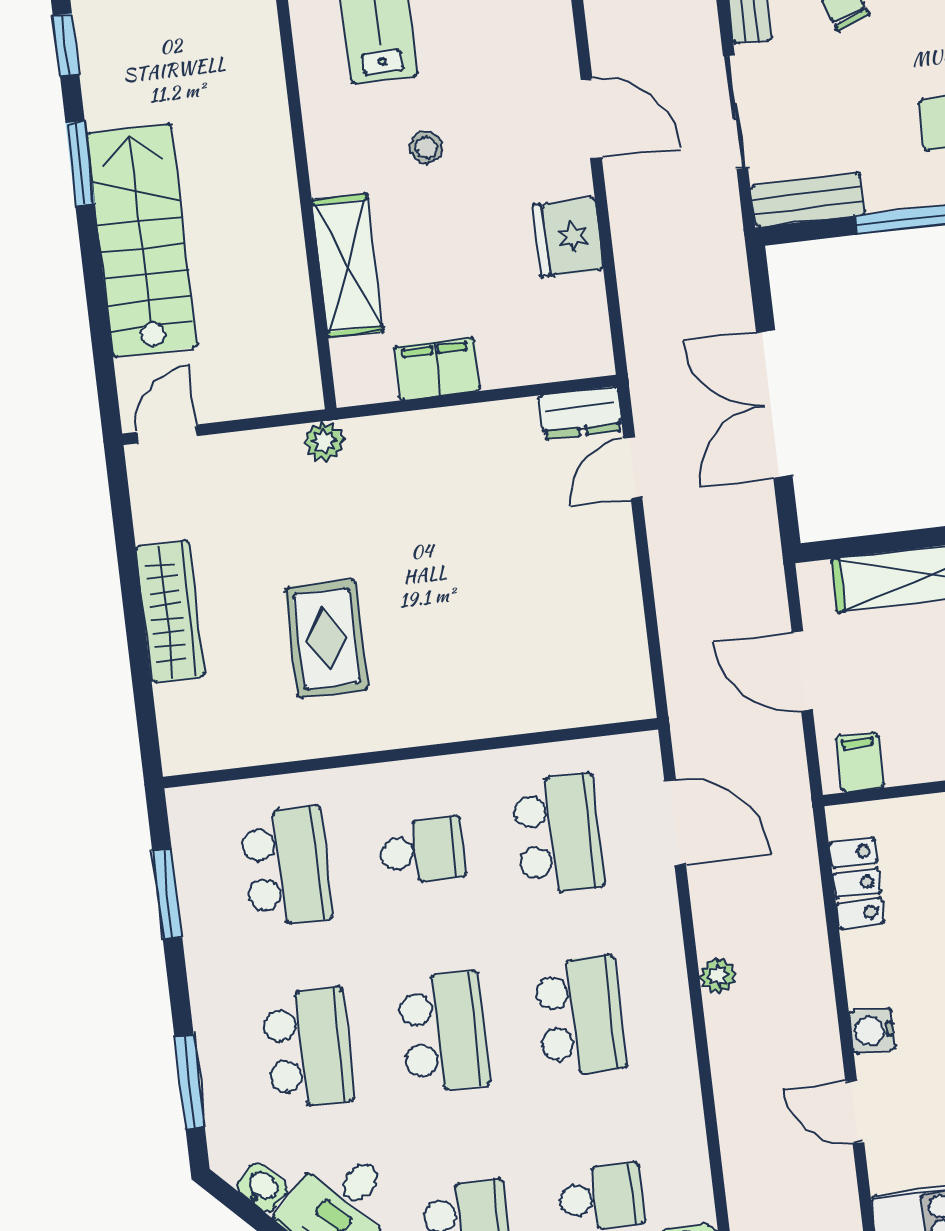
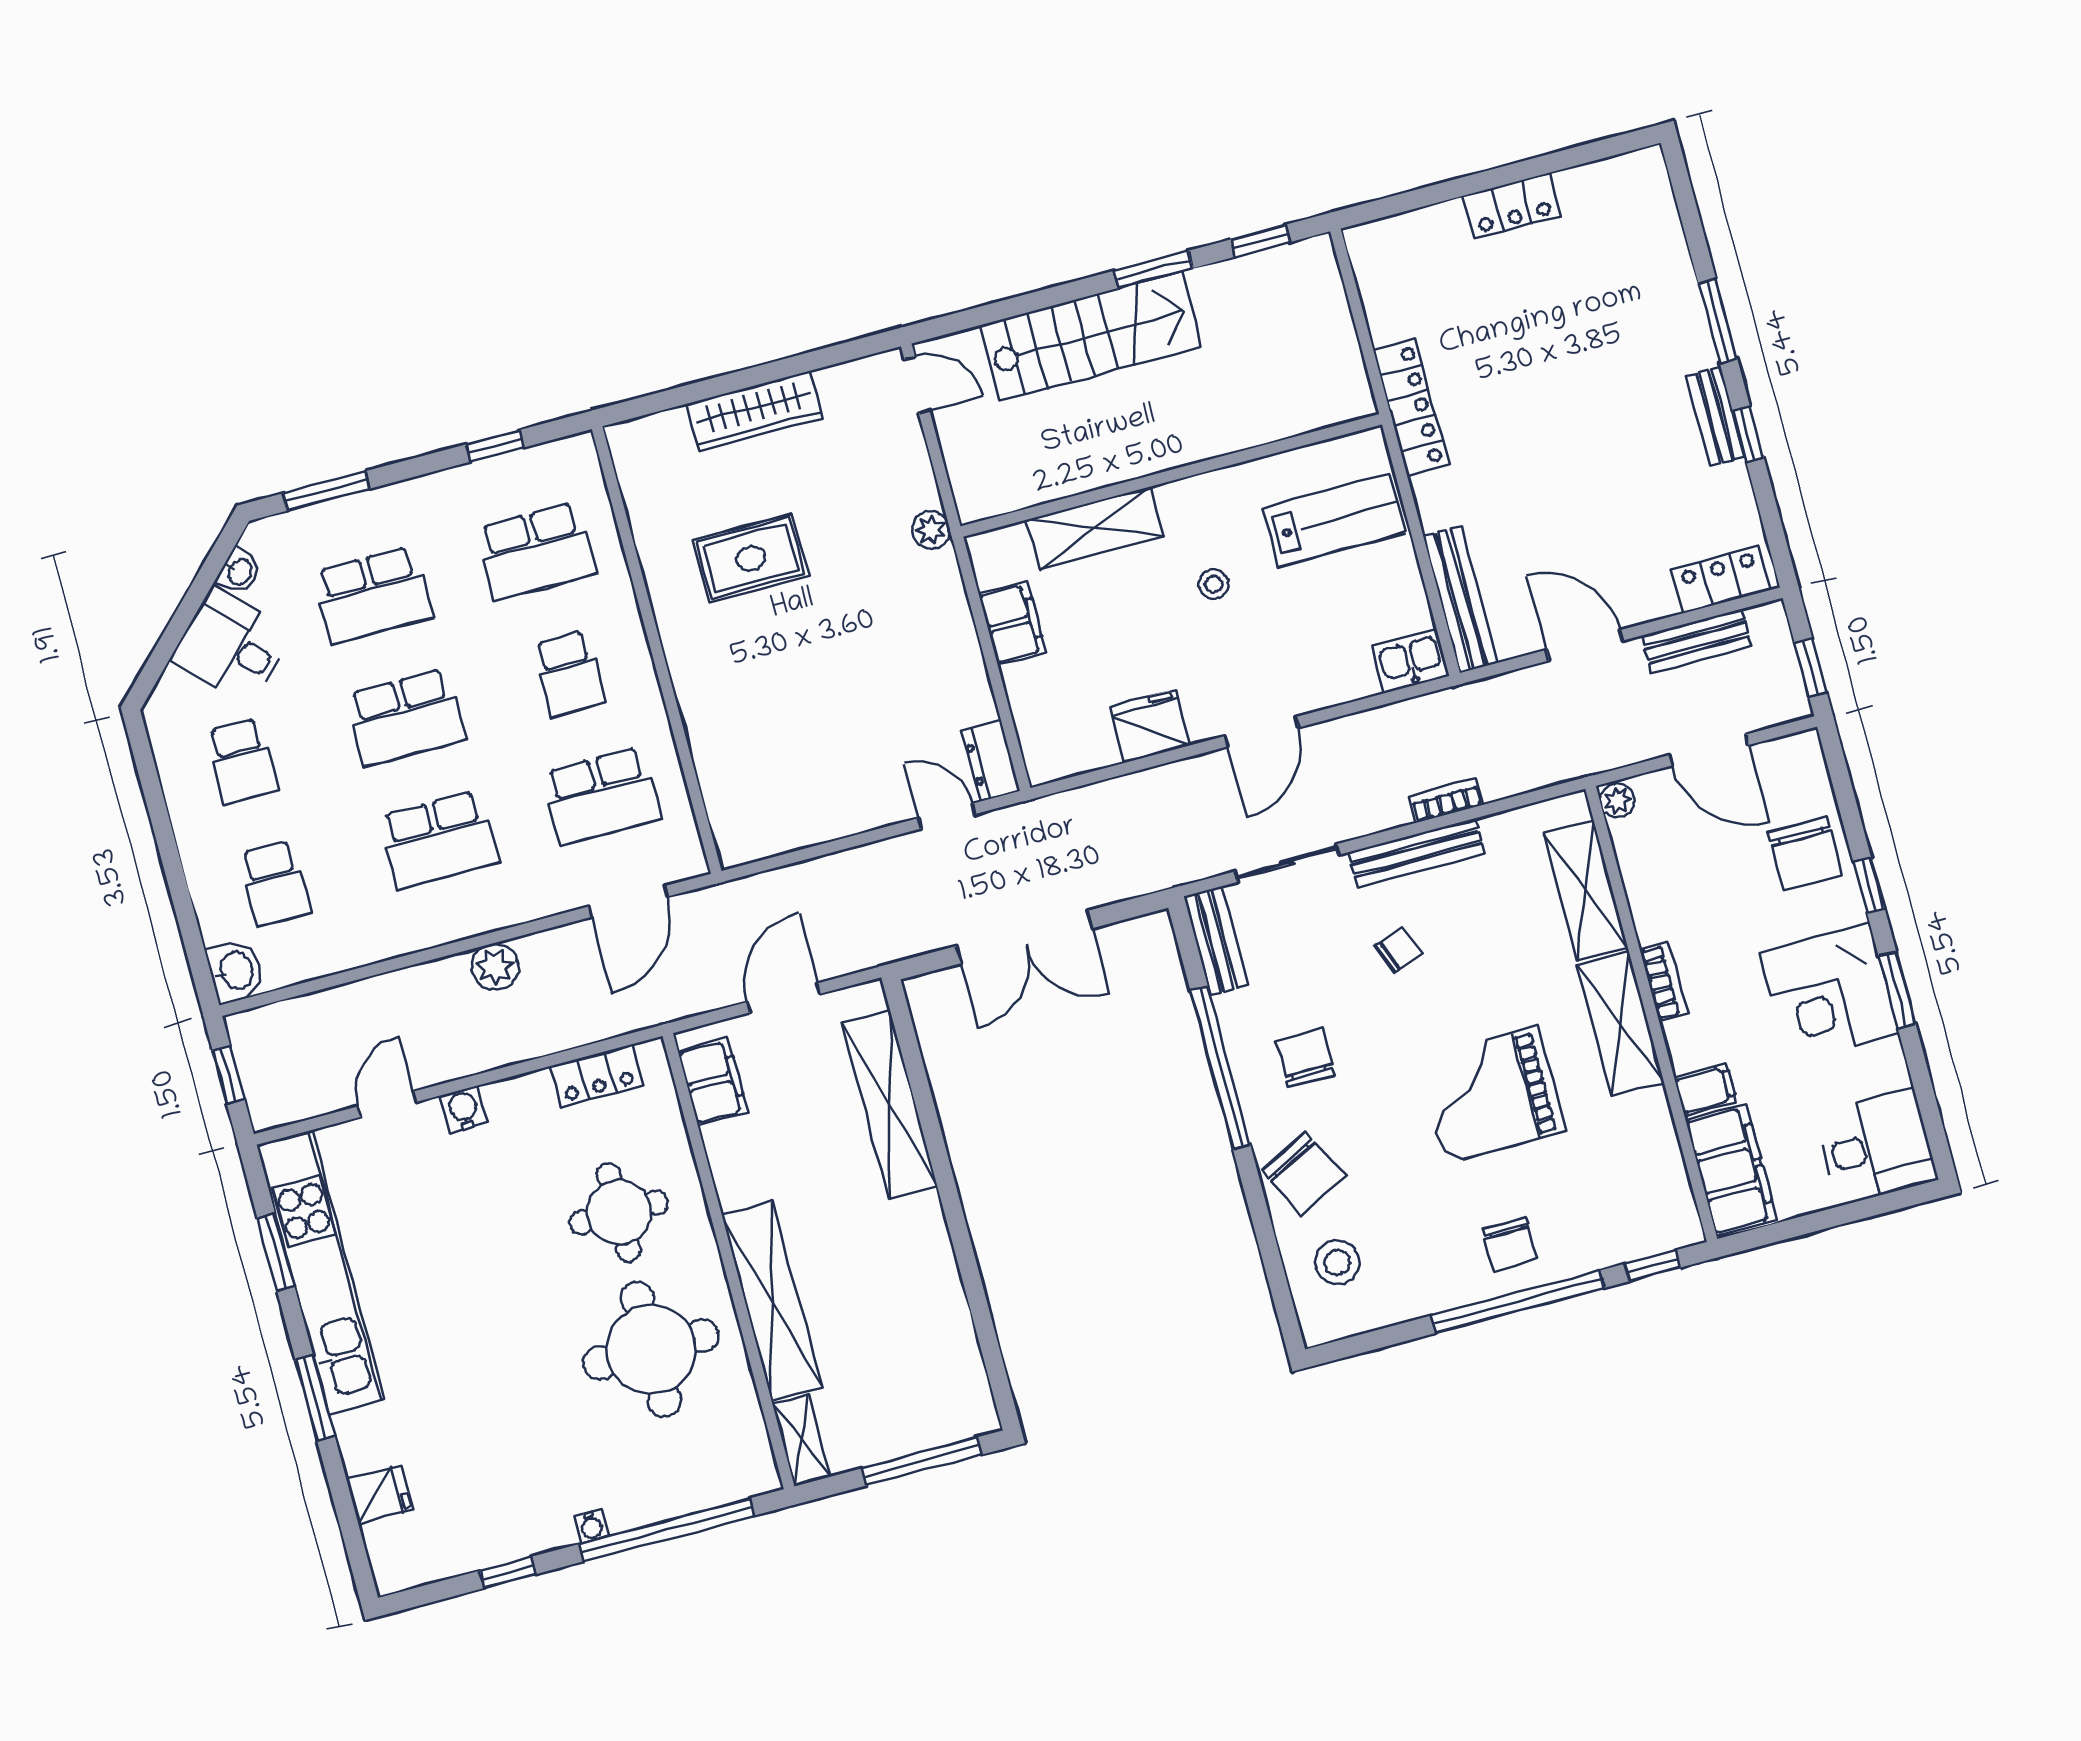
double door: (774, 404) -> (1024, 937), swing flipped
filing cabinet: (860, 762) -> (713, 1082), width x2.00
window: (167, 894) -> (495, 446), width x0.67
plant: (718, 976) -> (495, 967), width x1.38, depth x1.38

